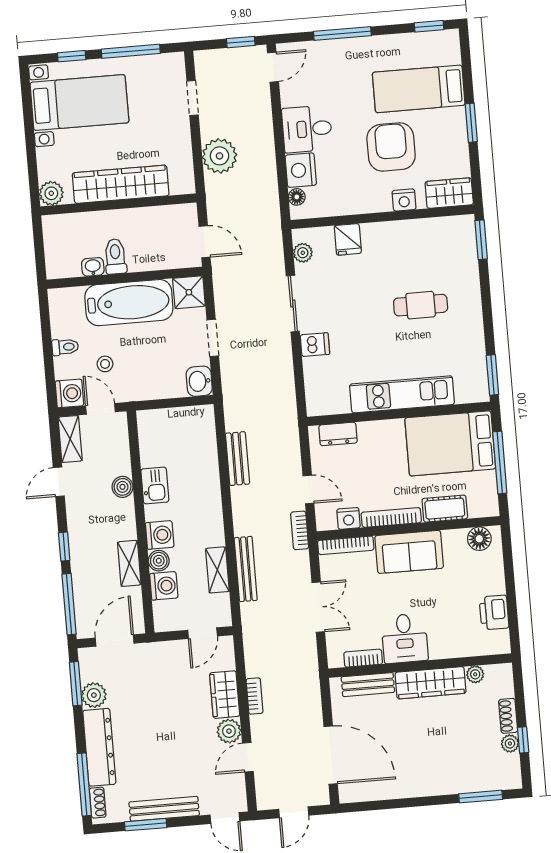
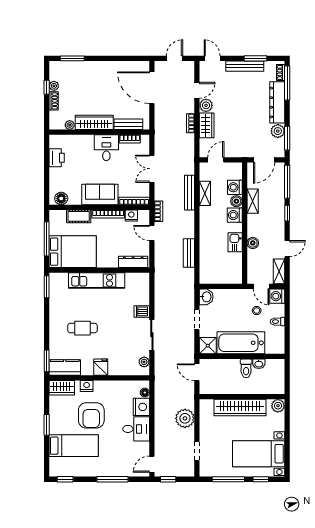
kitchen counter: (447, 230) -> (65, 367), added
fridge: (348, 239) -> (101, 367), moved
dresser: (338, 434) -> (133, 262), width x1.44

